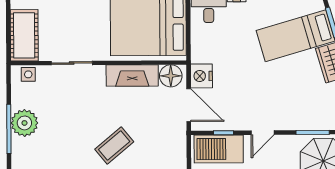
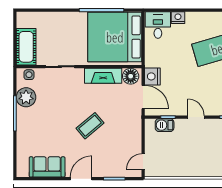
plant: (24, 123) -> (26, 97), moved
door: (263, 133) -> (196, 117), swing flipped
barbecue: (219, 149) -> (165, 125), width x0.53, depth x0.65

